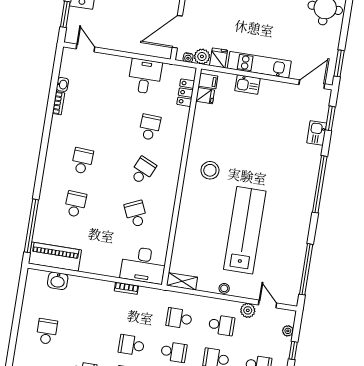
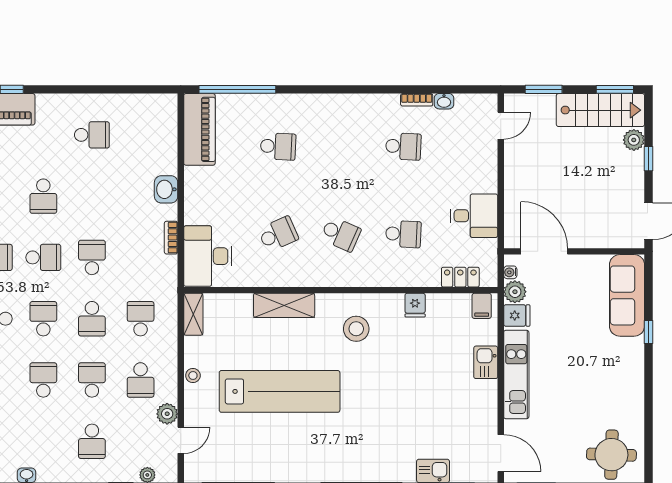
fridge: (205, 96) -> (415, 305), moved
school desk: (82, 161) -> (403, 146), moved
shelving: (186, 218) -> (284, 305), added
washbasin: (58, 281) -> (166, 189), moved

